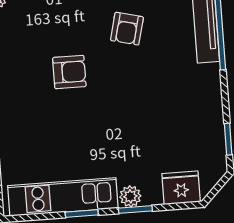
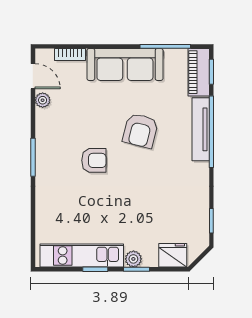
armchair: (127, 29) -> (140, 131), width x1.38, depth x1.38

